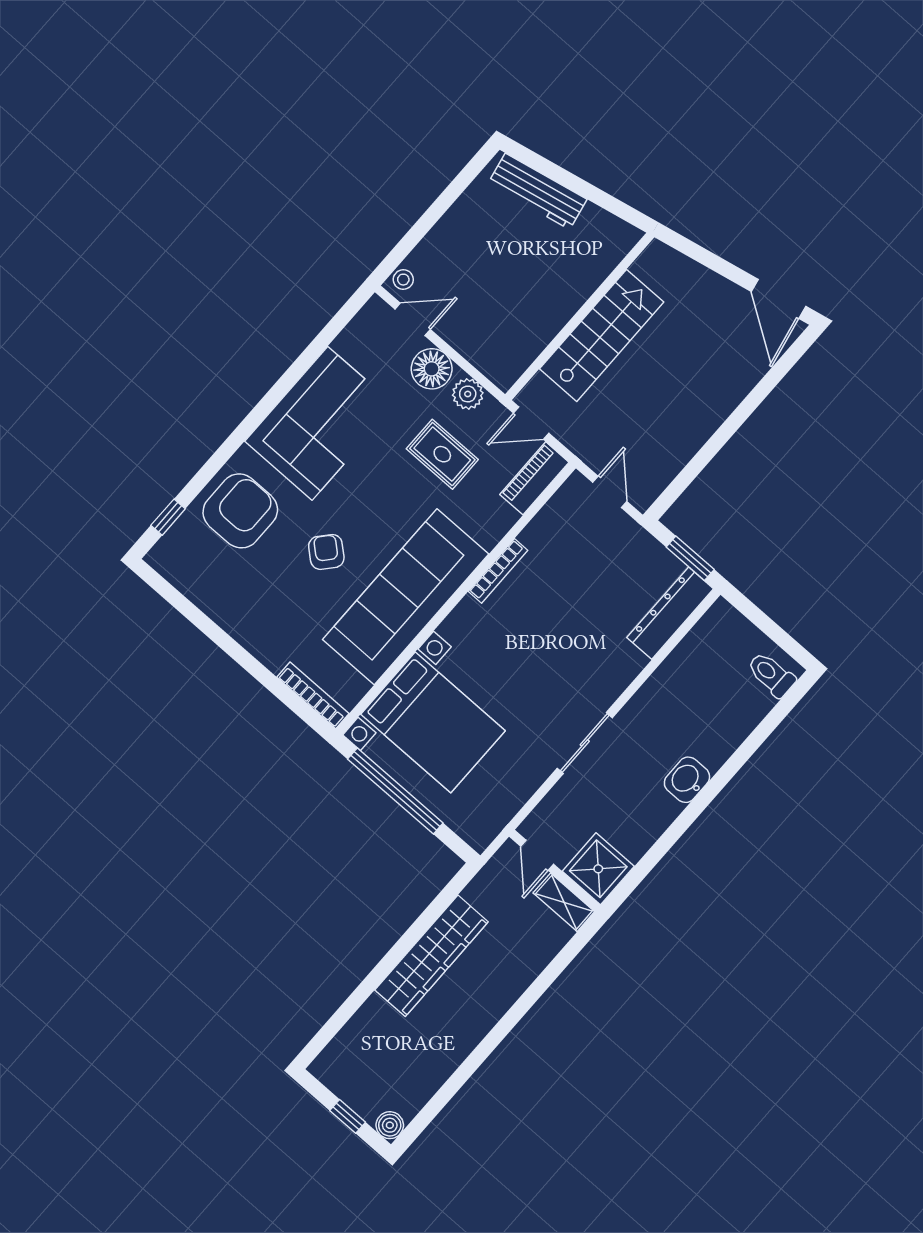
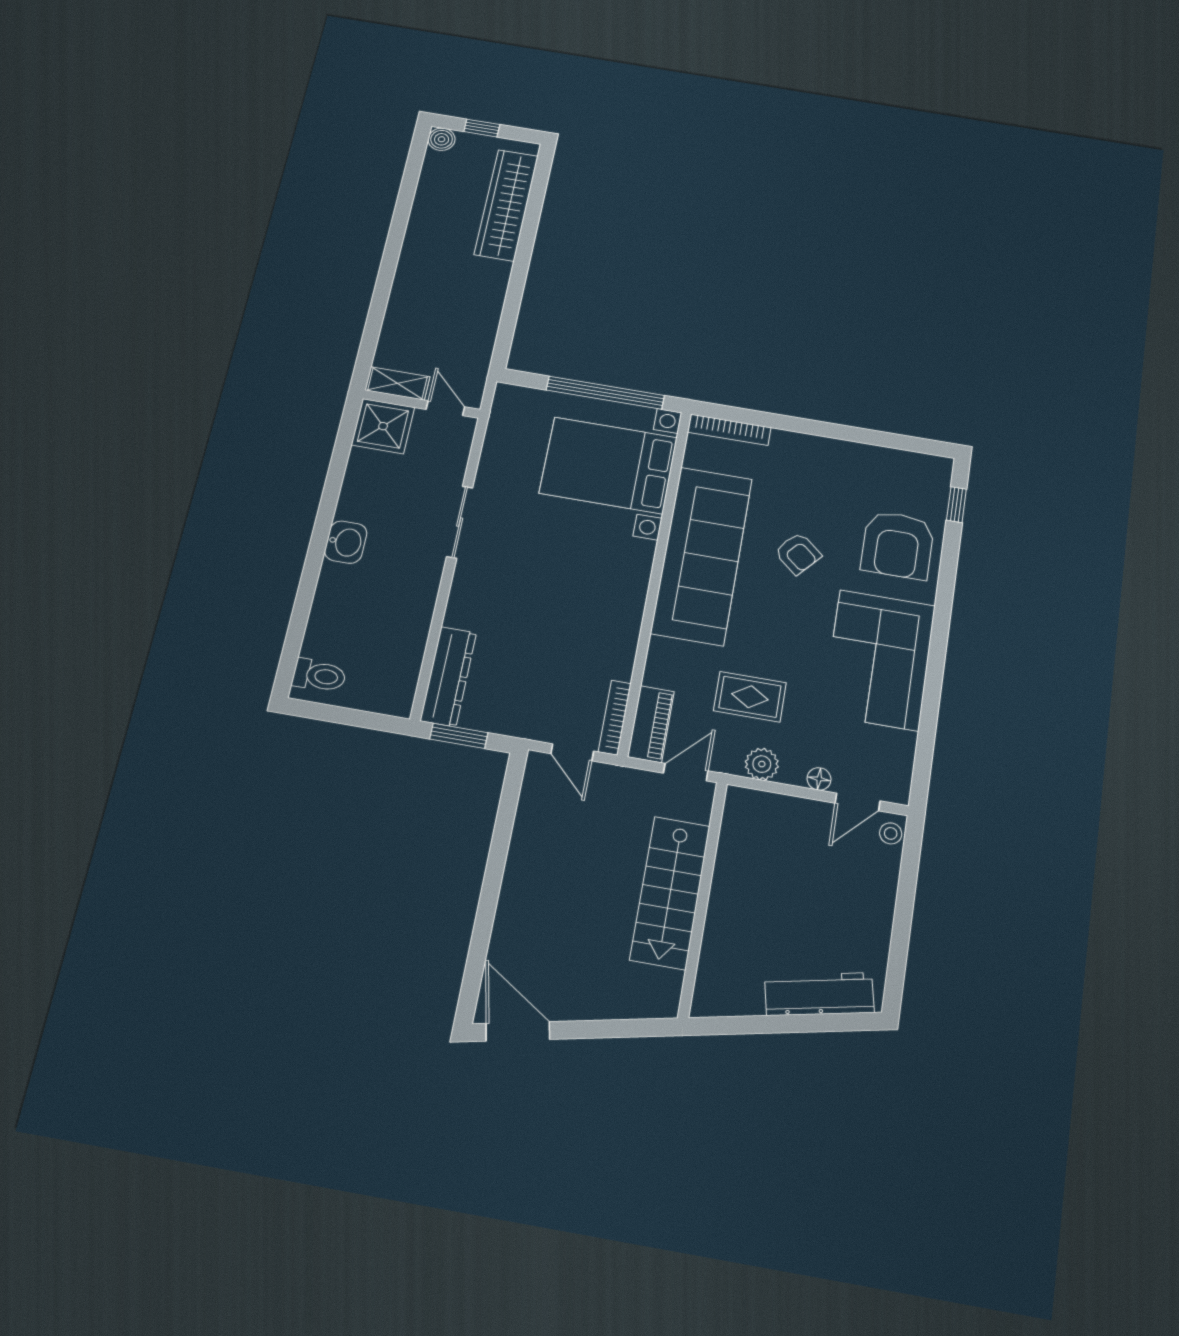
floor lamp: (432, 369) -> (819, 779), width x0.53, depth x0.53
bookcase: (498, 571) -> (615, 718), moved
wardrobe: (432, 956) -> (506, 205), moved

